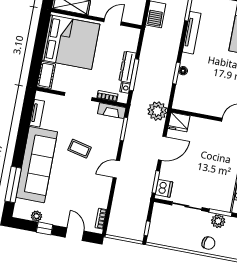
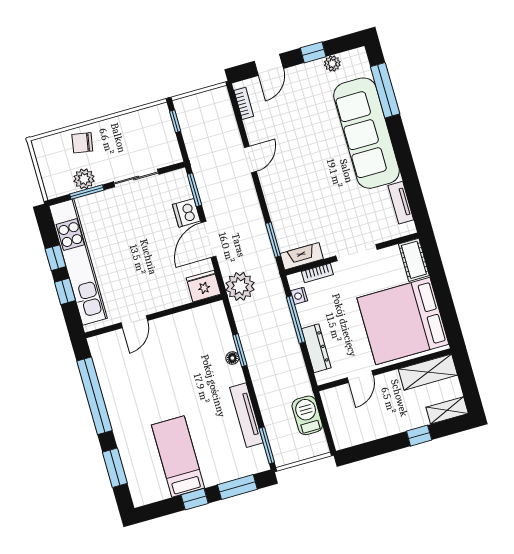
dresser: (128, 67) -> (316, 348), moved
coffee table: (79, 149) -> (320, 183), removed
door: (116, 169) -> (250, 159), moved
dishwasher: (164, 188) -> (186, 213), moved
door: (75, 234) -> (269, 65), hinge flipped

